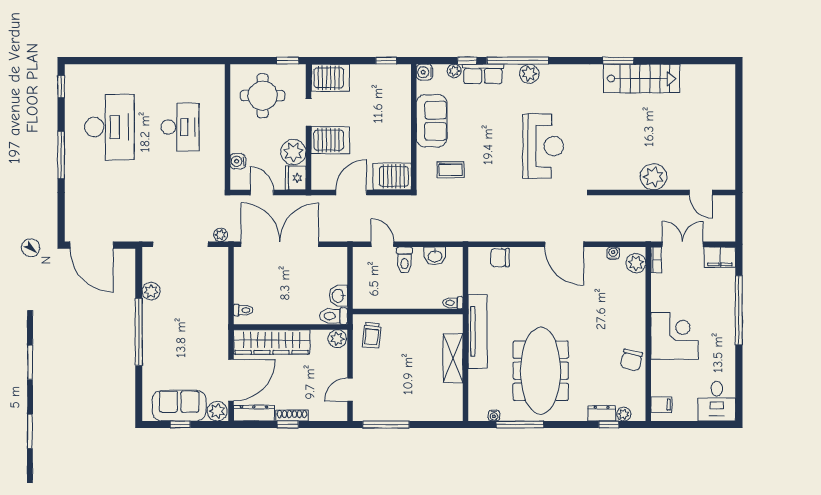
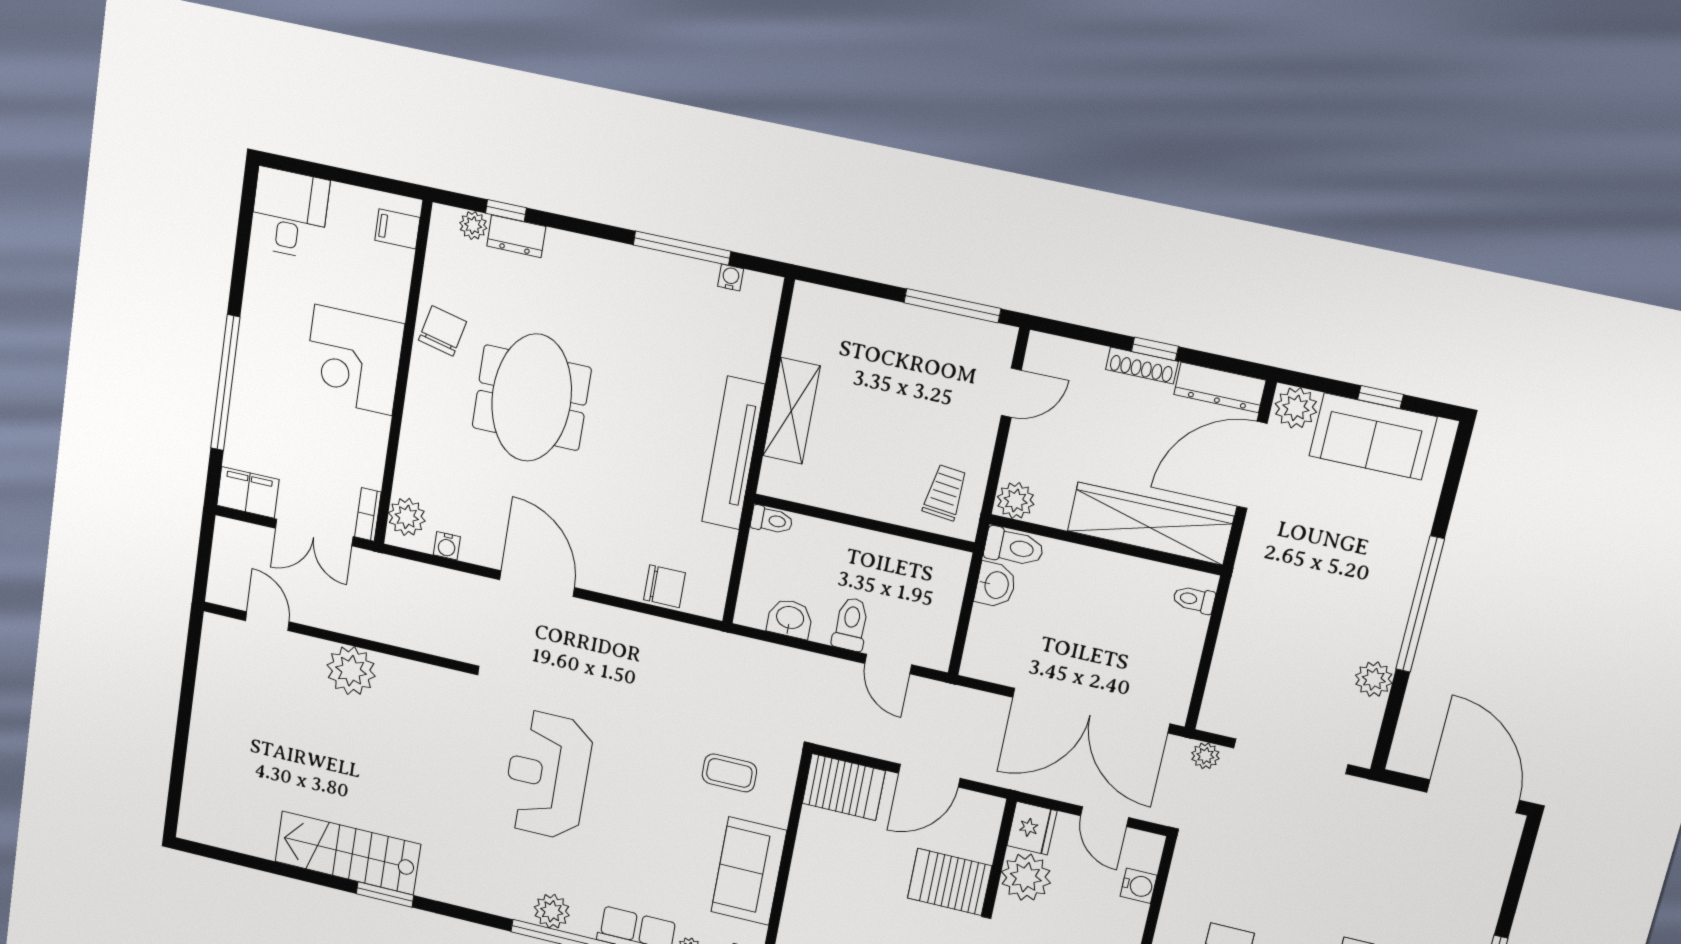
meeting table: (541, 371) -> (532, 398), moved, width x0.73

